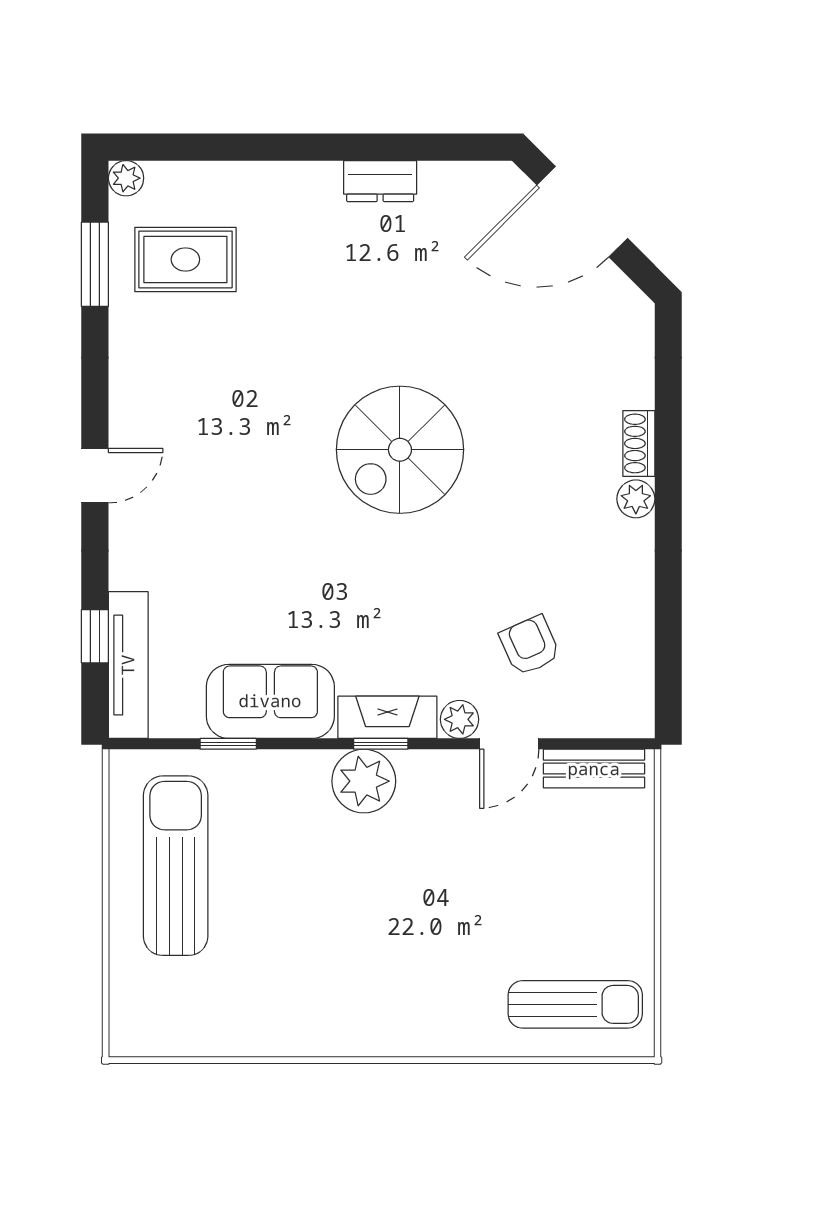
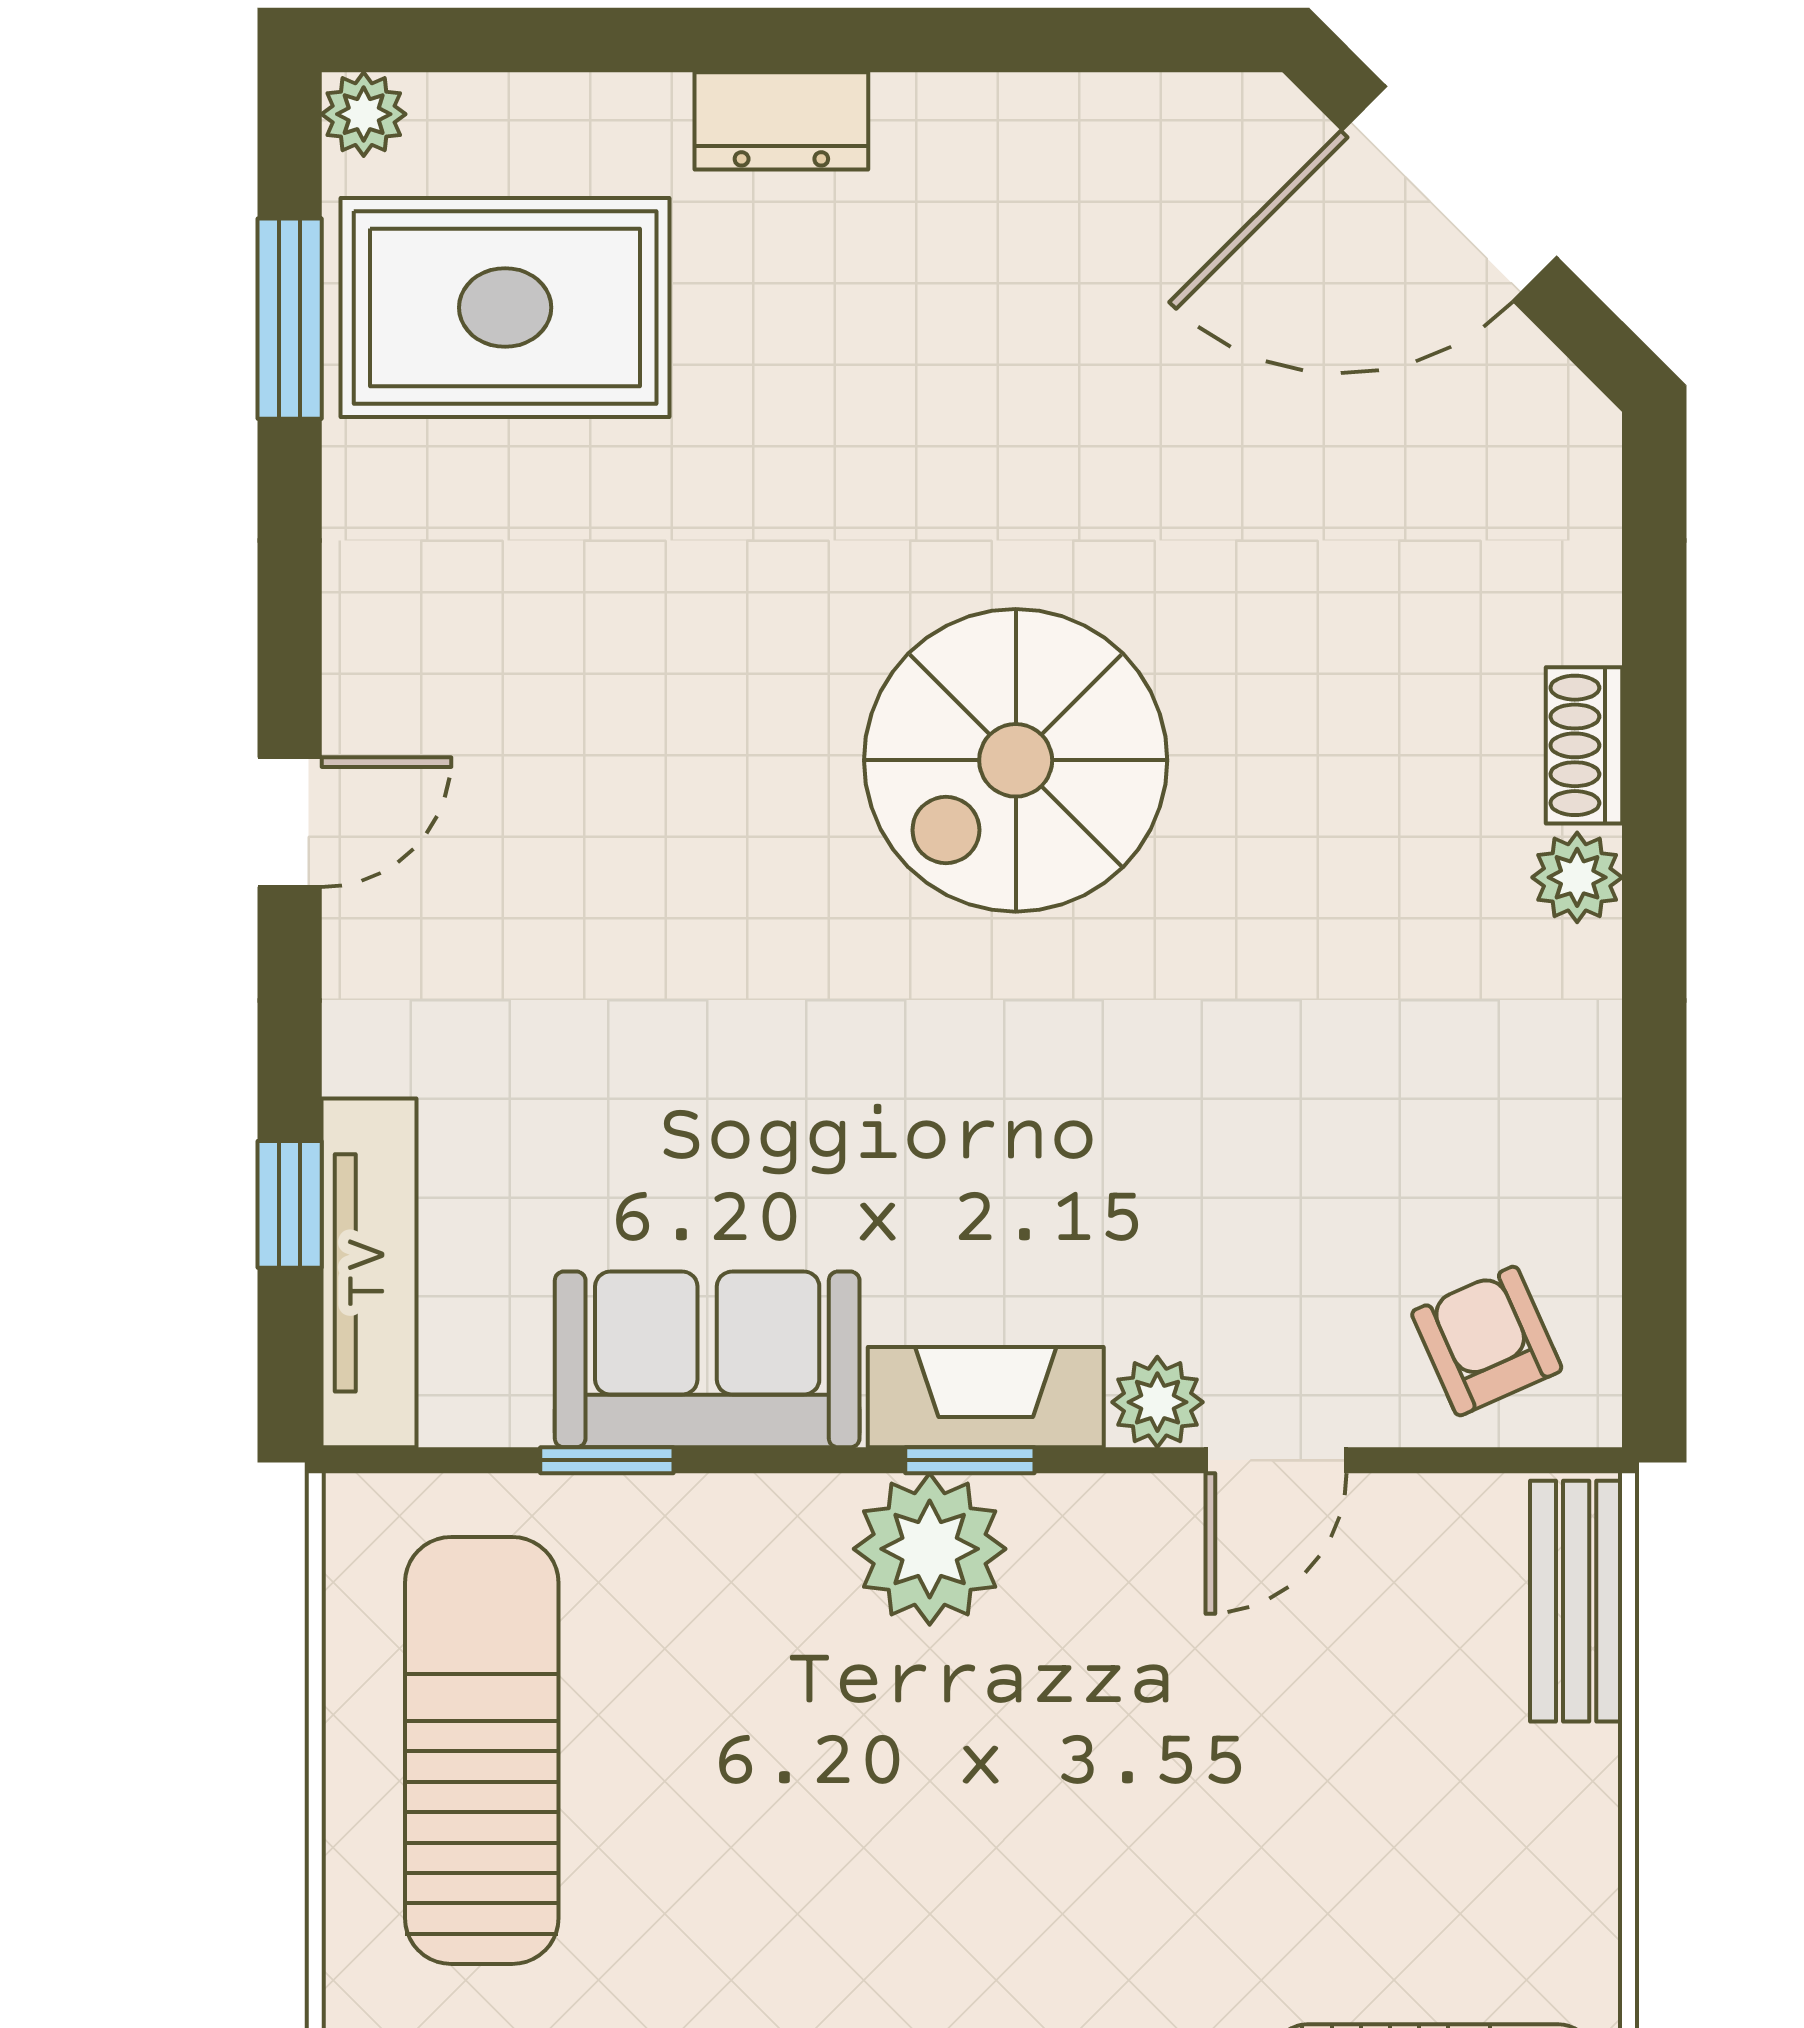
dresser: (380, 181) -> (781, 121), moved
rug: (185, 259) -> (505, 308), width x1.36, depth x1.43
armchair: (530, 646) -> (1487, 1341), moved
bench: (594, 769) -> (1576, 1601), moved, turned 90

